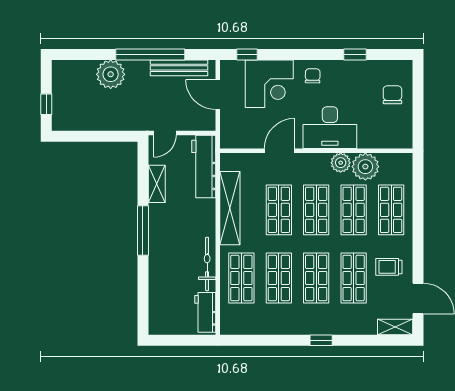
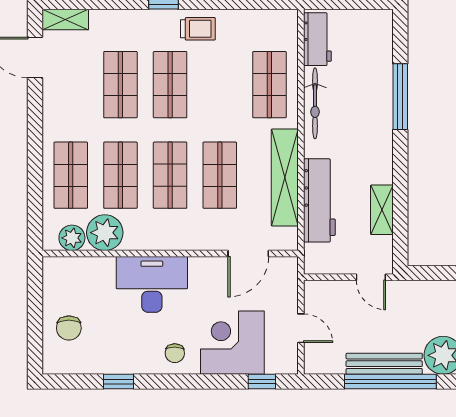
bench: (179, 68) -> (384, 364), moved
door: (218, 95) -> (301, 328), width x0.73
door: (165, 133) -> (371, 277), swing flipped
door: (280, 151) -> (248, 254), moved
plant: (341, 163) -> (72, 238), moved
workbench: (204, 167) -> (319, 200), moved
window: (143, 230) -> (400, 97), moved
trolley: (389, 267) -> (198, 29), moved
shop shelf: (279, 278) -> (220, 85), removed

